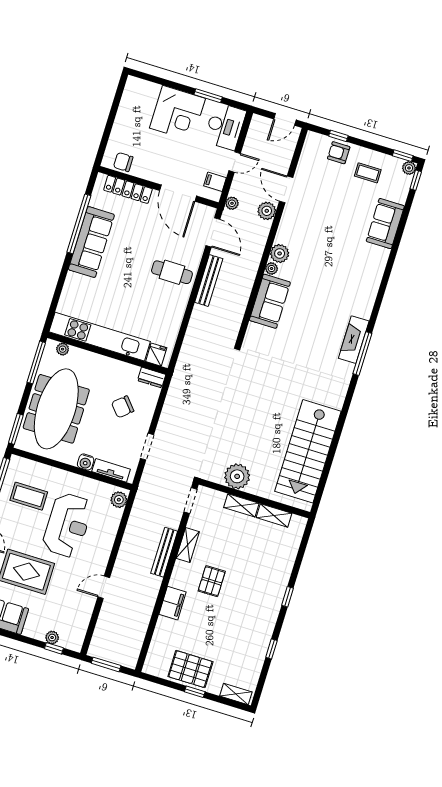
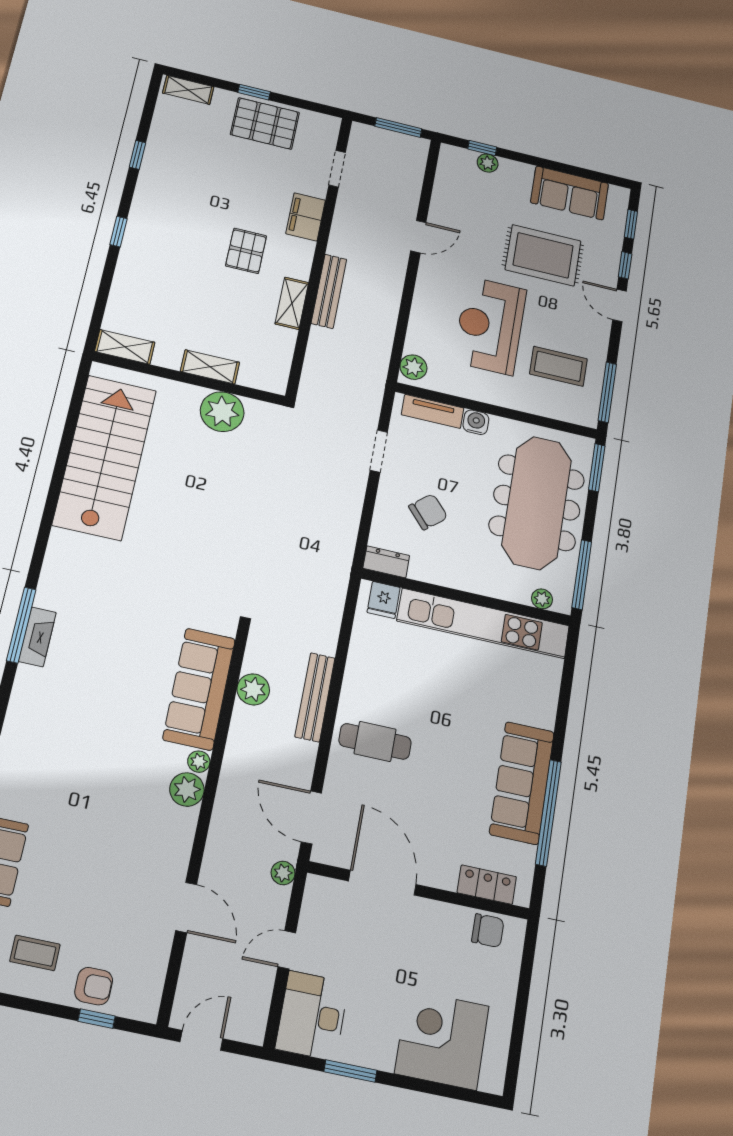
corner desk: (177, 113) -> (442, 1040), moved
filing cabinet: (215, 182) -> (318, 910), removed
locker: (128, 189) -> (487, 885), width x0.66
plant: (267, 211) -> (253, 689), moved
bench: (209, 281) -> (315, 697), moved
sofa: (270, 301) -> (199, 689), width x1.36
fireplace: (354, 340) -> (37, 637), width x0.73, depth x0.76
doorway: (190, 501) -> (337, 169), moved
shelving: (274, 515) -> (125, 347), moved

